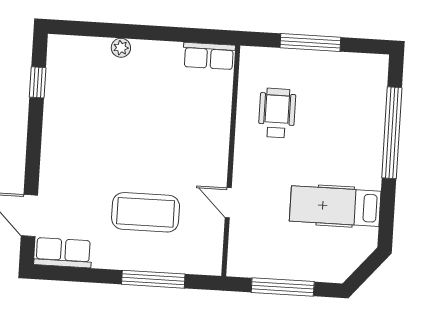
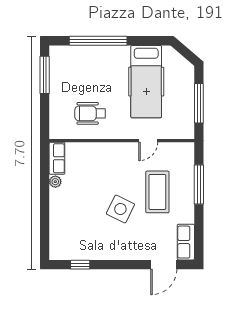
window: (310, 43) -> (45, 75), moved
plant: (121, 48) -> (55, 182), moved
side table: (122, 152) -> (120, 209), added
hospital bed: (335, 206) -> (146, 82), width x1.37, depth x1.29

